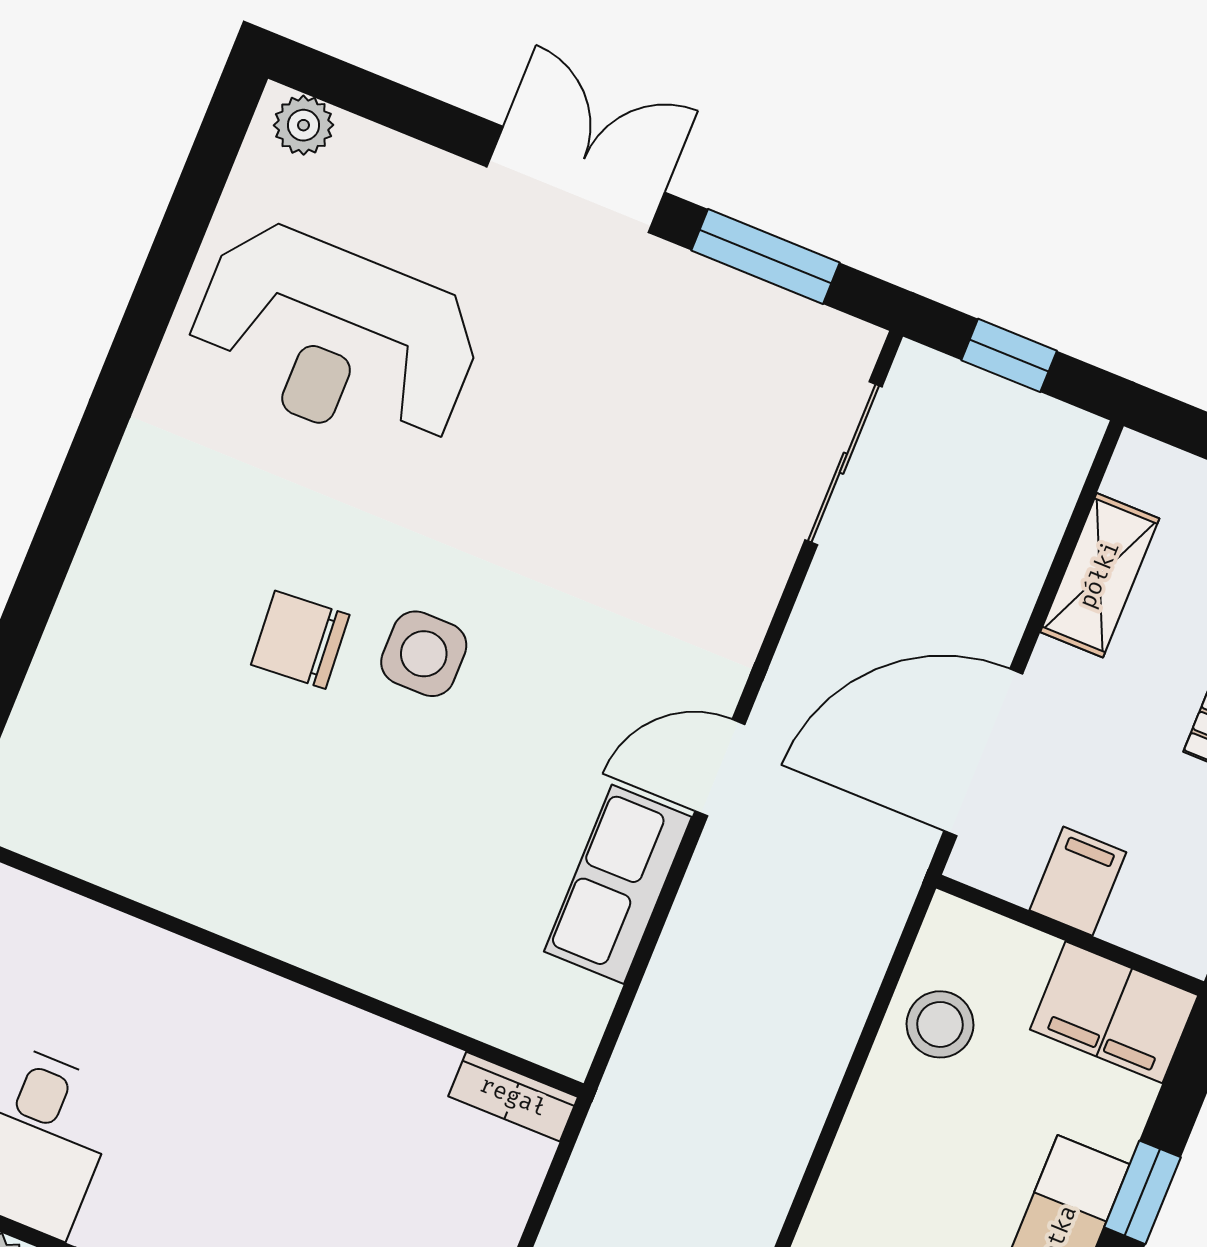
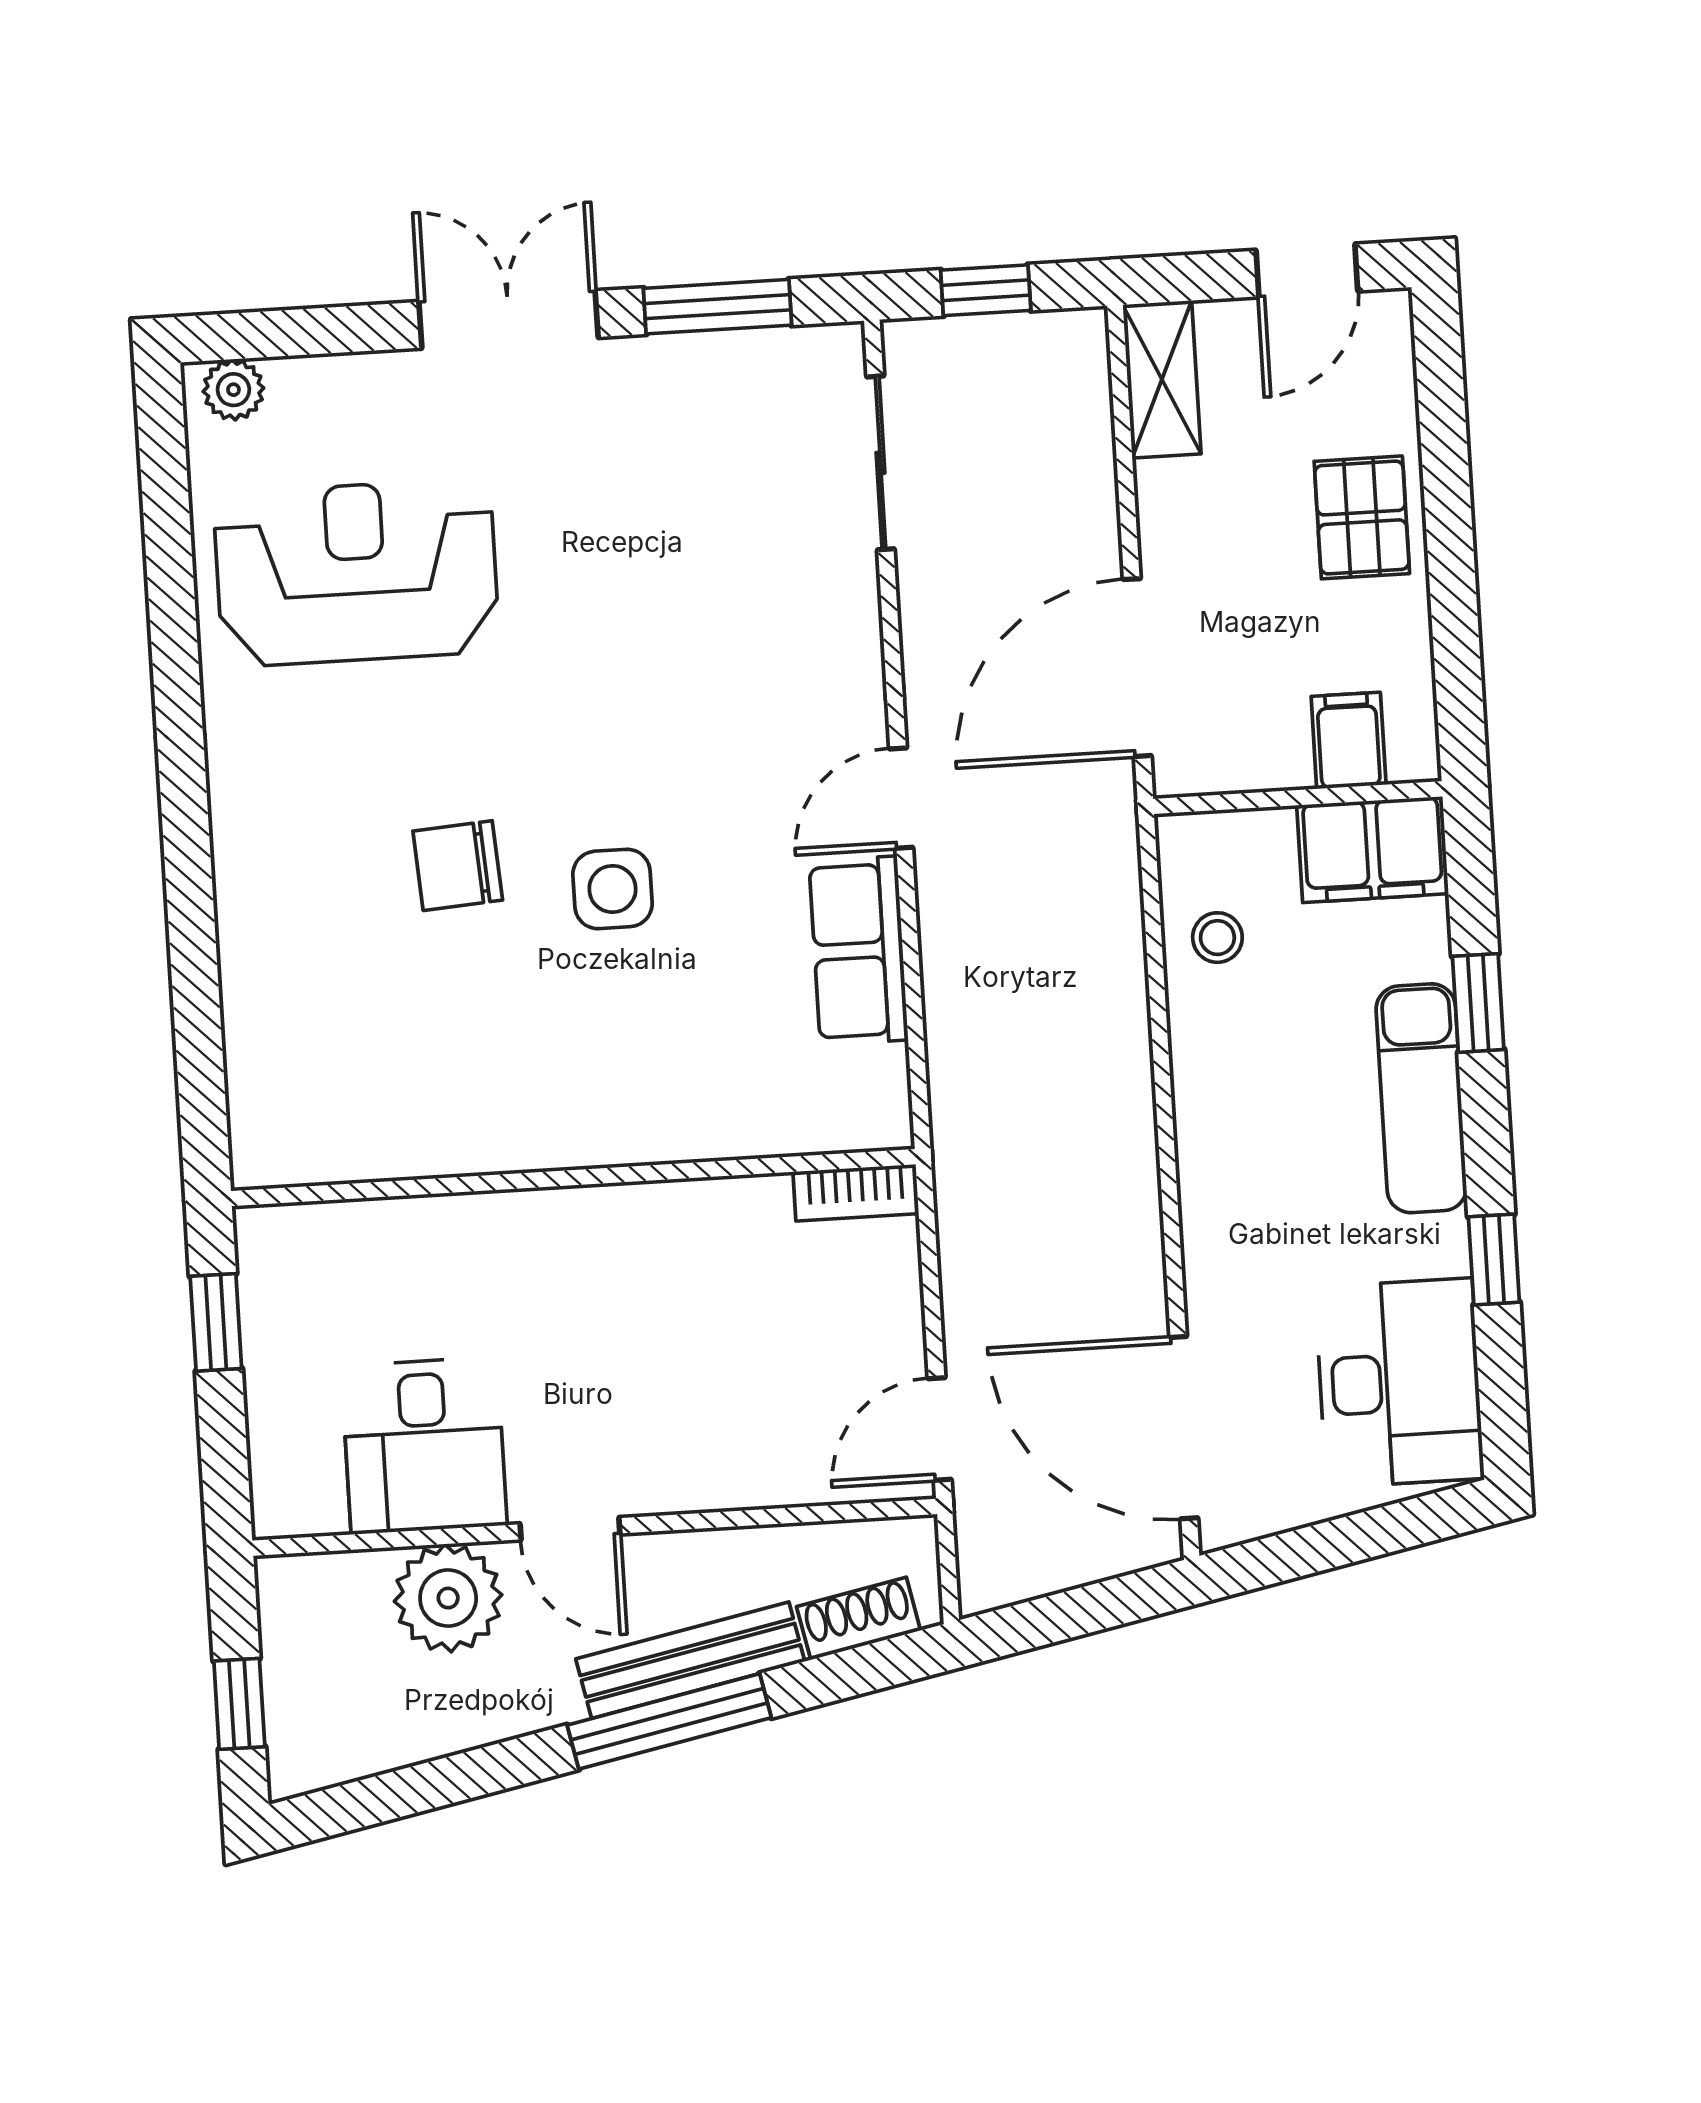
reception desk: (335, 338) -> (356, 573), turned 180
shelving: (1100, 575) -> (1162, 379), moved
side table: (424, 654) -> (612, 889), moved
filing cabinet: (1078, 881) -> (1349, 741), moved
stool: (940, 1024) -> (1217, 938), width x0.73, depth x0.73

